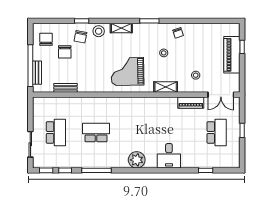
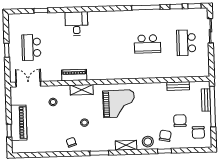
piano: (191, 103) -> (74, 75), moved
plant: (137, 160) -> (108, 19), removed

